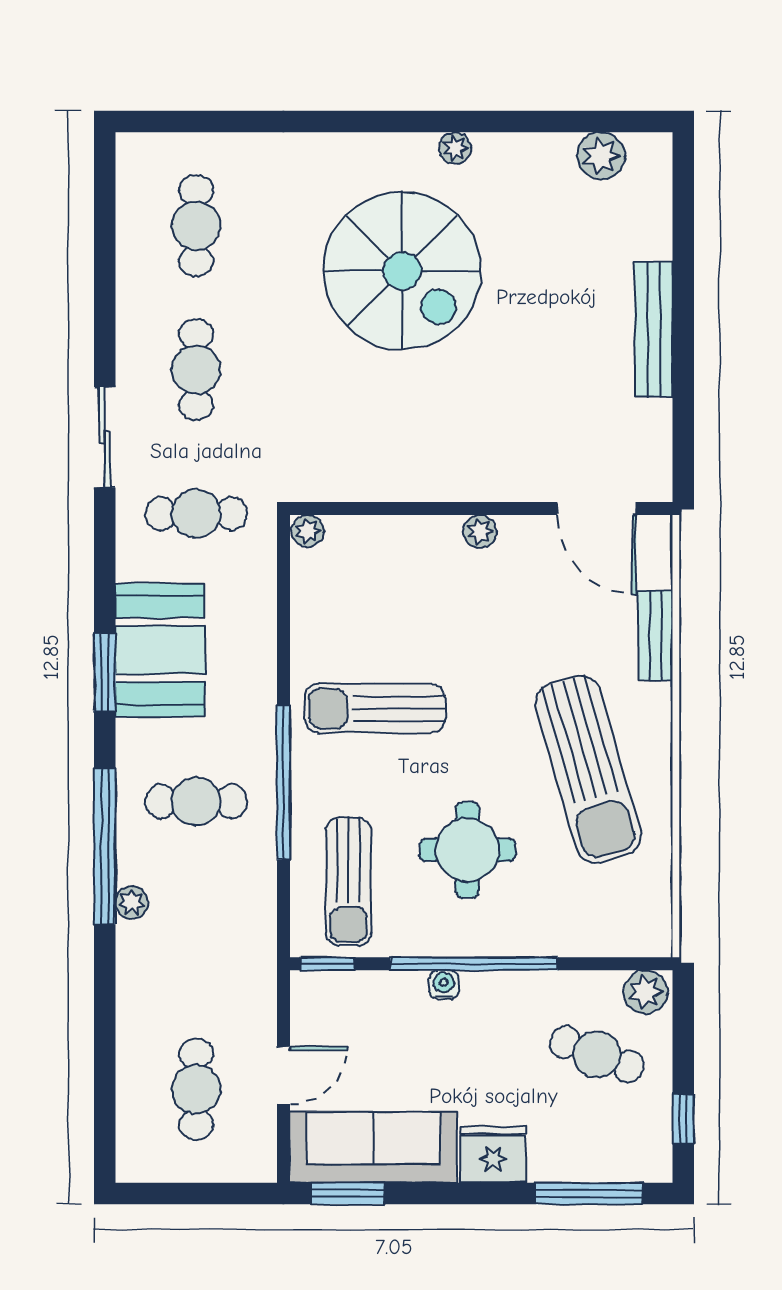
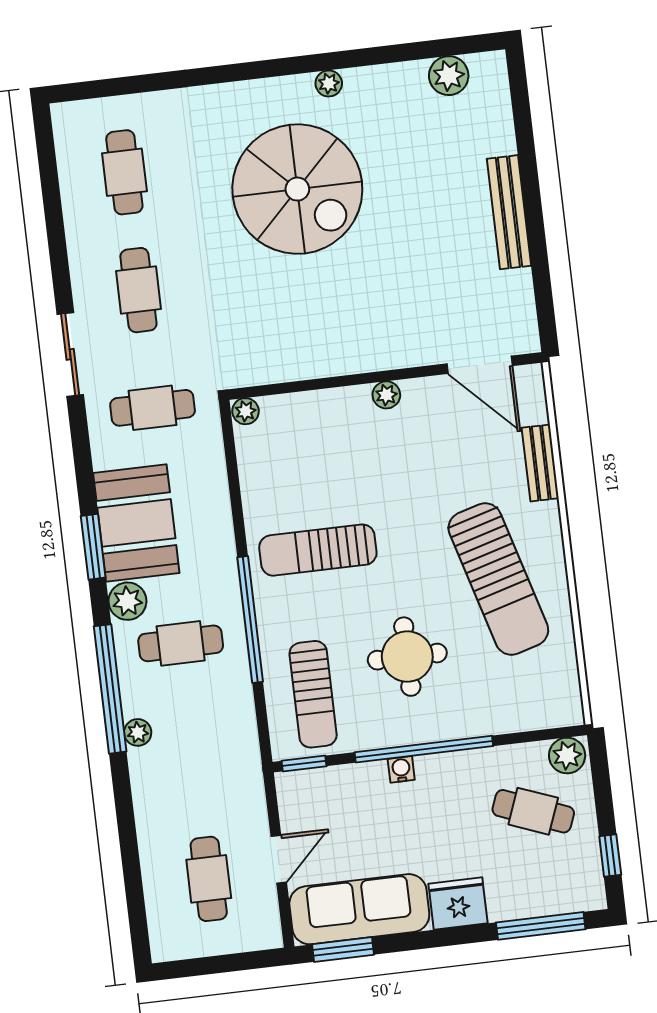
plant: (138, 743) -> (127, 601), added

